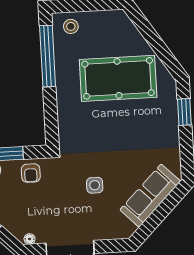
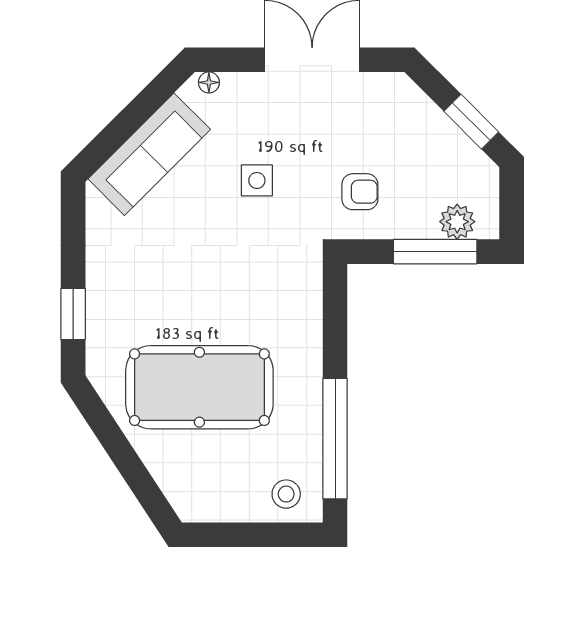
armchair: (31, 173) -> (360, 192), moved, turned 90
floor lamp: (30, 239) -> (209, 82), moved

